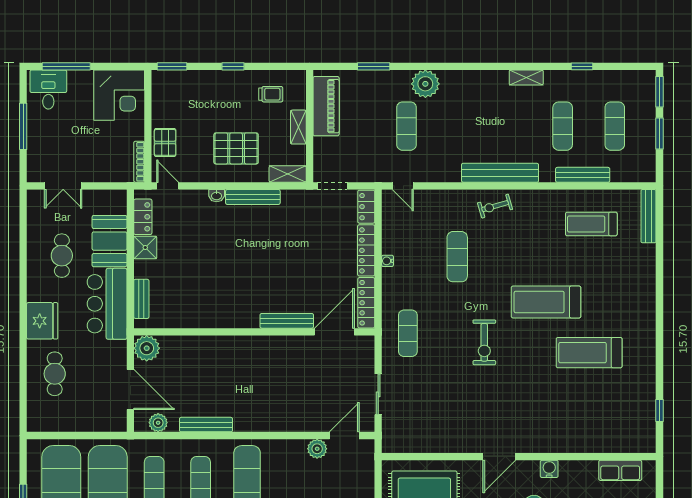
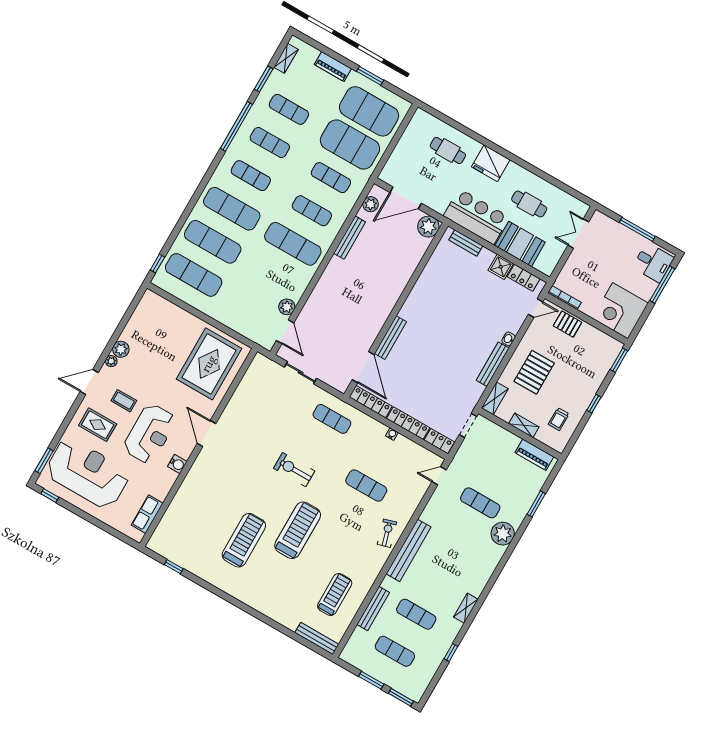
piano: (326, 106) -> (534, 455), width x0.73, depth x0.75

